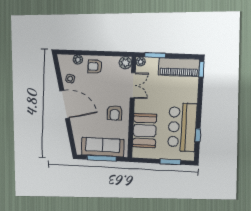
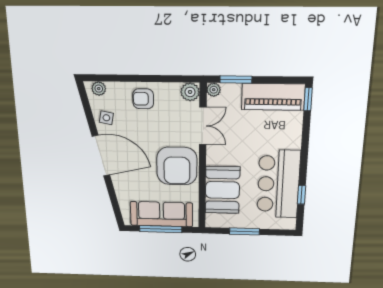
plant: (78, 60) -> (99, 89), moved
armchair: (115, 113) -> (177, 166), width x1.88, depth x1.88
window: (170, 162) -> (244, 231), moved

